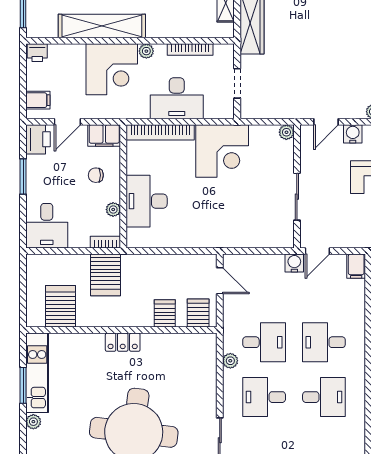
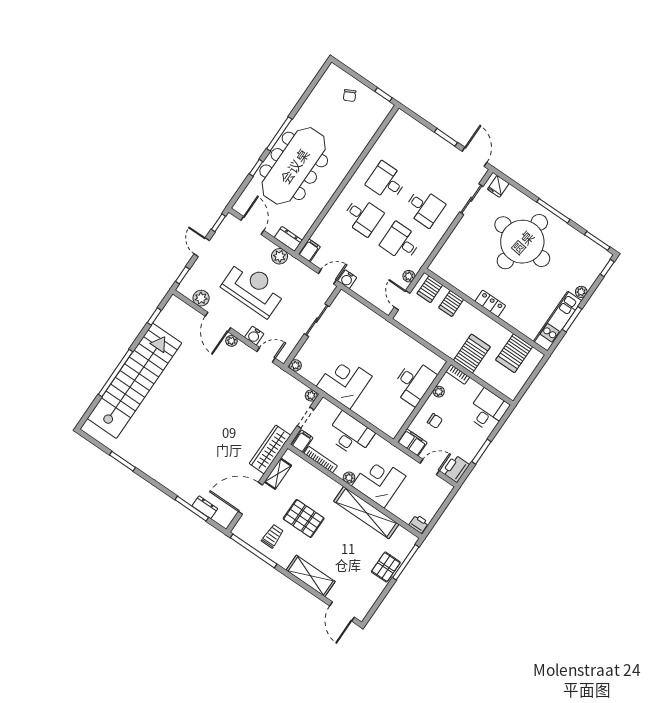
filing cabinet: (38, 100) -> (302, 441), moved, turned 90
plant: (247, 111) -> (311, 395), added
bookcase: (160, 132) -> (375, 420), removed
plant: (230, 361) -> (409, 276), moved

